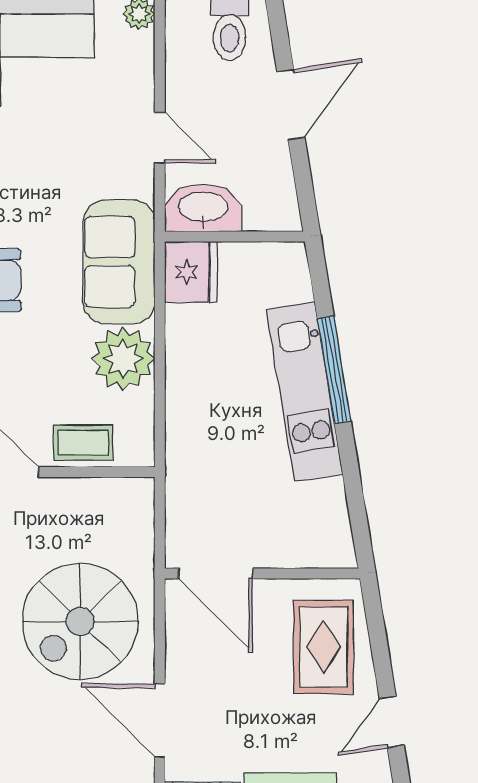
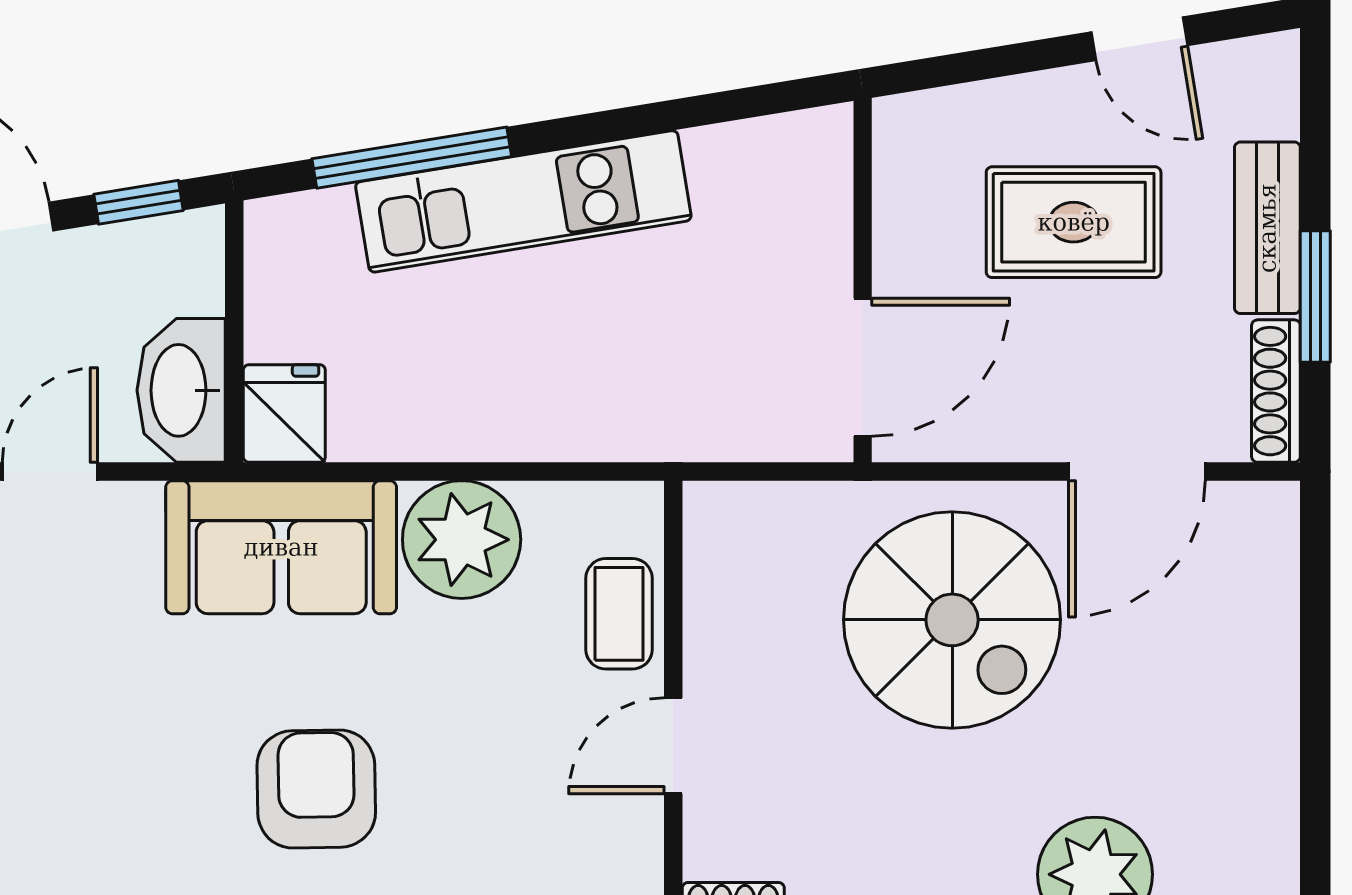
window: (304, 185) -> (139, 202), added
fridge: (191, 272) -> (284, 413), width x0.72
window: (334, 370) -> (412, 158), moved
rug: (324, 647) -> (1074, 222), moved

